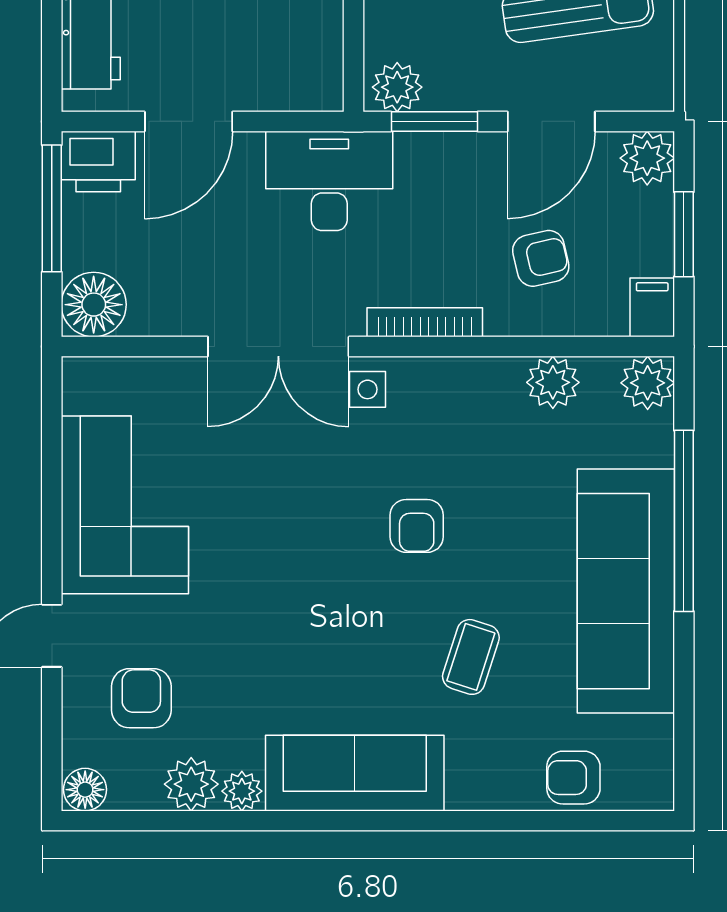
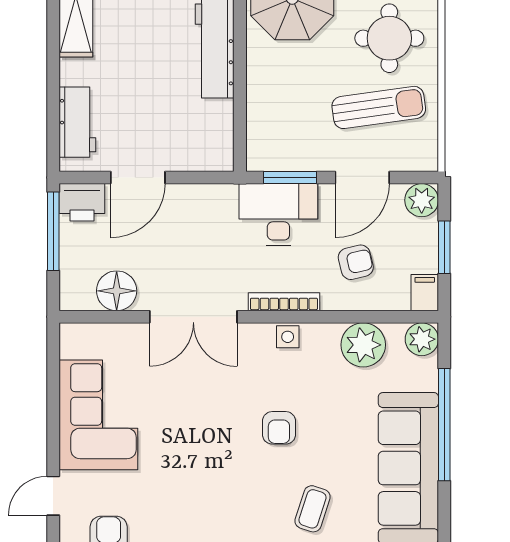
plant: (397, 87) -> (267, 156), removed
desk: (329, 181) -> (278, 214), moved
floor lamp: (94, 305) -> (117, 291), moved
plant: (553, 382) -> (363, 345), width x1.36, depth x1.36
side table: (367, 389) -> (288, 337), moved

